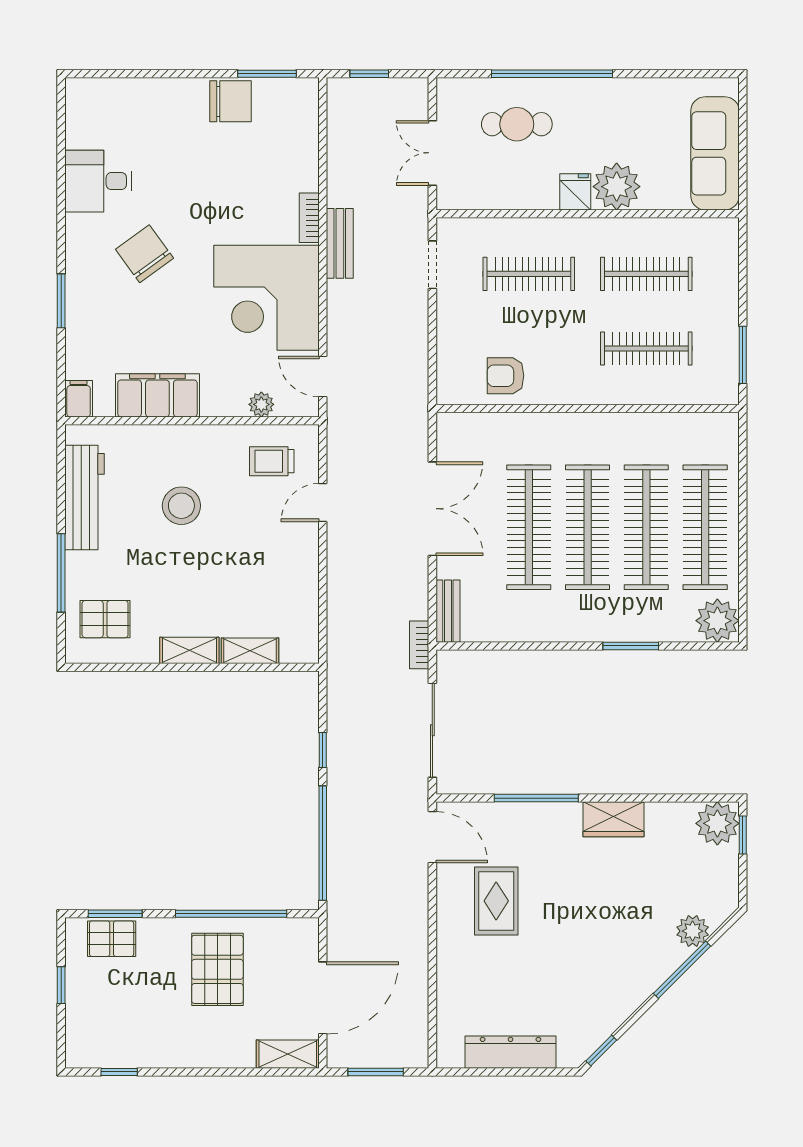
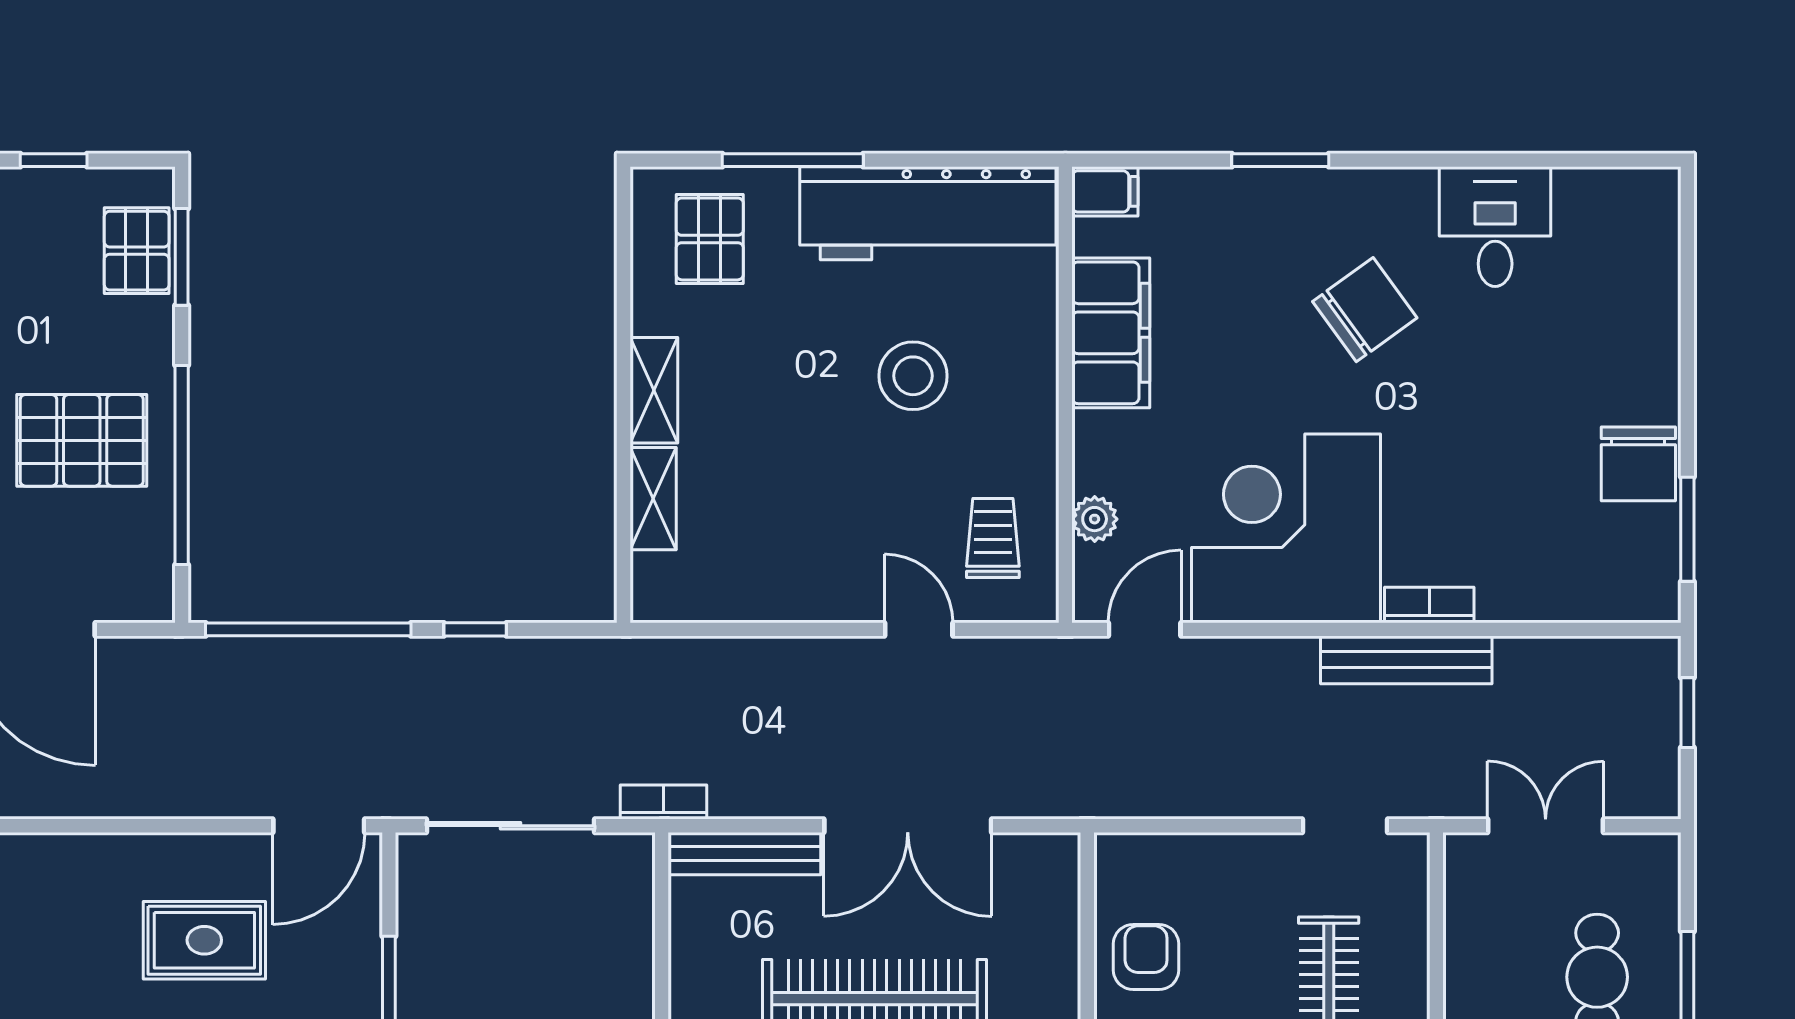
bench: (340, 243) -> (1406, 660), width x1.36
workbench: (84, 497) -> (928, 213), width x1.36, depth x1.32
bench: (448, 611) -> (744, 854), width x1.36

